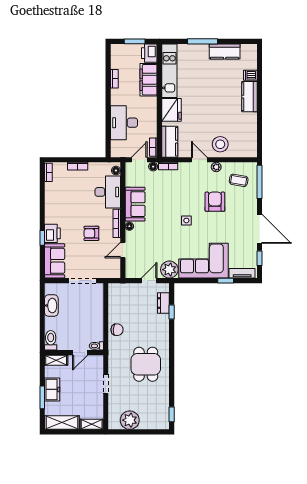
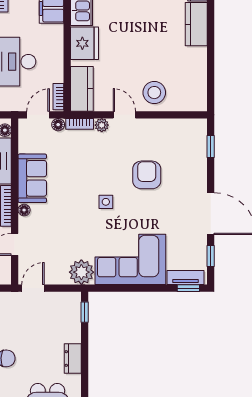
plant: (216, 167) -> (102, 125), moved
coffee table: (239, 180) -> (181, 144), removed
window: (260, 182) -> (211, 147), width x0.46
door: (149, 281) -> (33, 288), moved
window: (226, 281) -> (188, 288), moved
dresser: (163, 303) -> (73, 359), moved
window: (172, 312) -> (85, 312), moved

